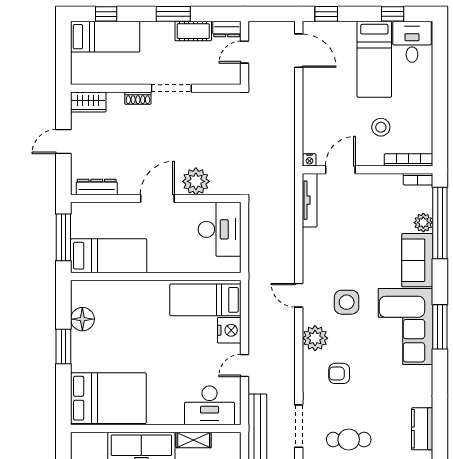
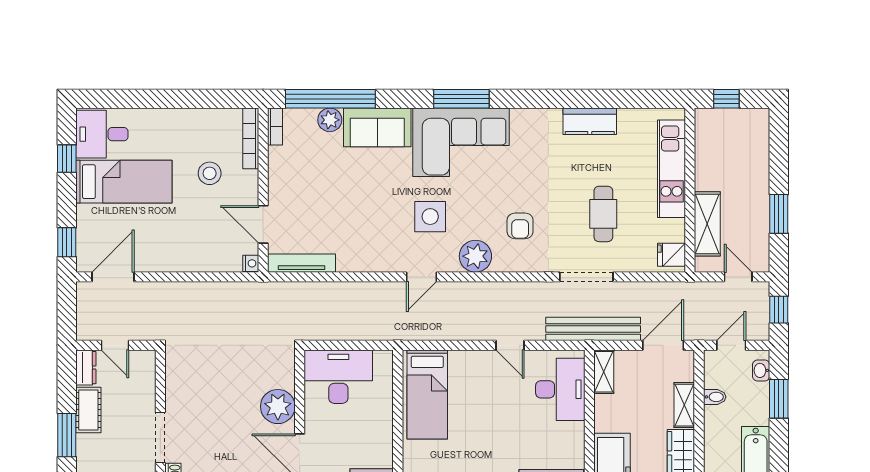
nightstand: (229, 330) -> (466, 365), removed
shelving: (194, 440) -> (604, 372), moved

